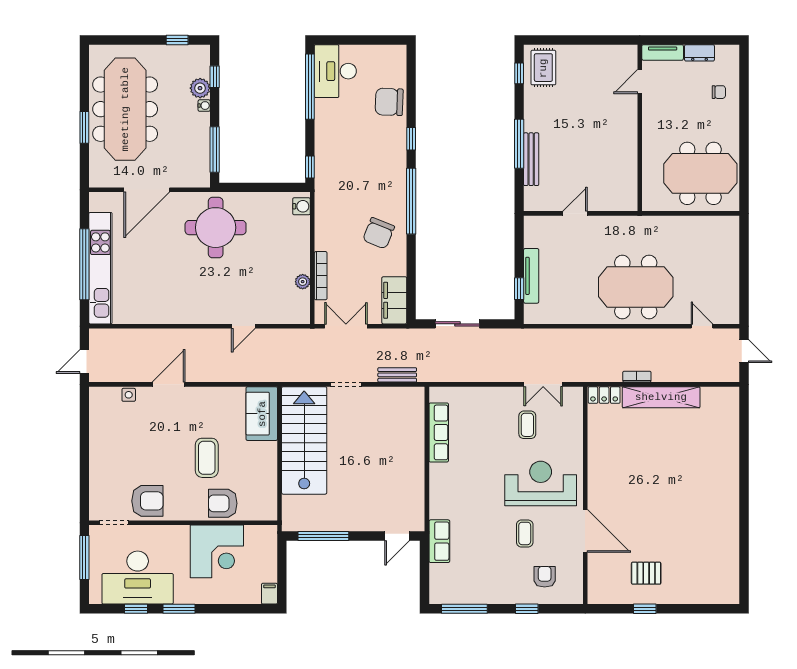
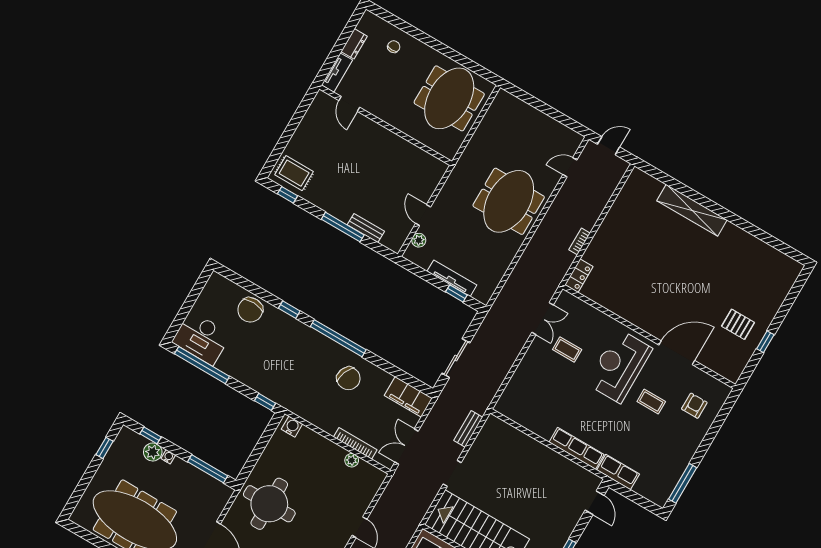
bench: (531, 159) -> (366, 228), width x0.73
plant: (549, 223) -> (419, 240), added
shelving: (661, 397) -> (692, 210), moved, turned 90
row of seats: (439, 432) -> (576, 448), moved
pallet: (646, 573) -> (738, 324), turned 90
armchair: (545, 577) -> (694, 406), turned 90
window: (527, 609) -> (711, 434), removed

